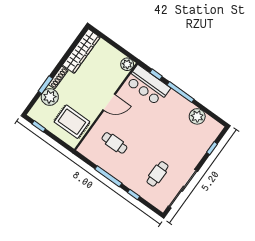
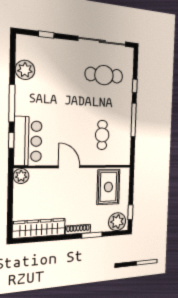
plant: (50, 97) -> (117, 222), moved
cafe table: (158, 174) -> (104, 75), width x1.37, depth x1.35

